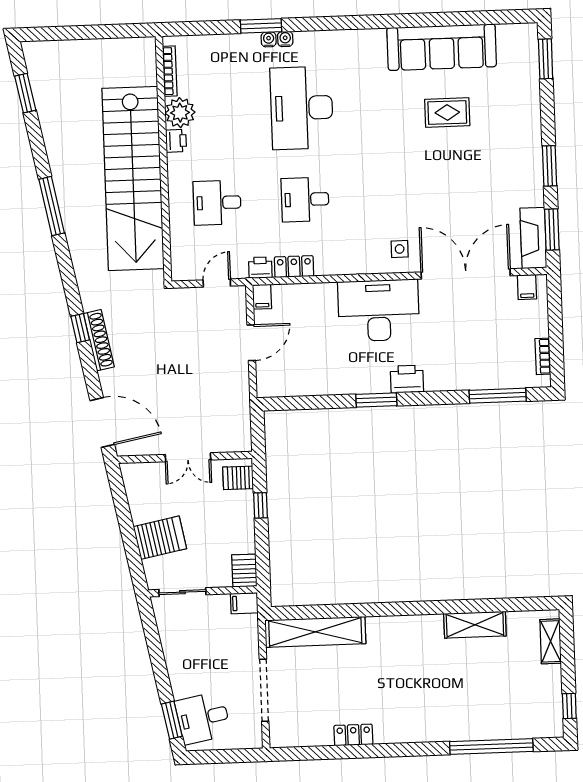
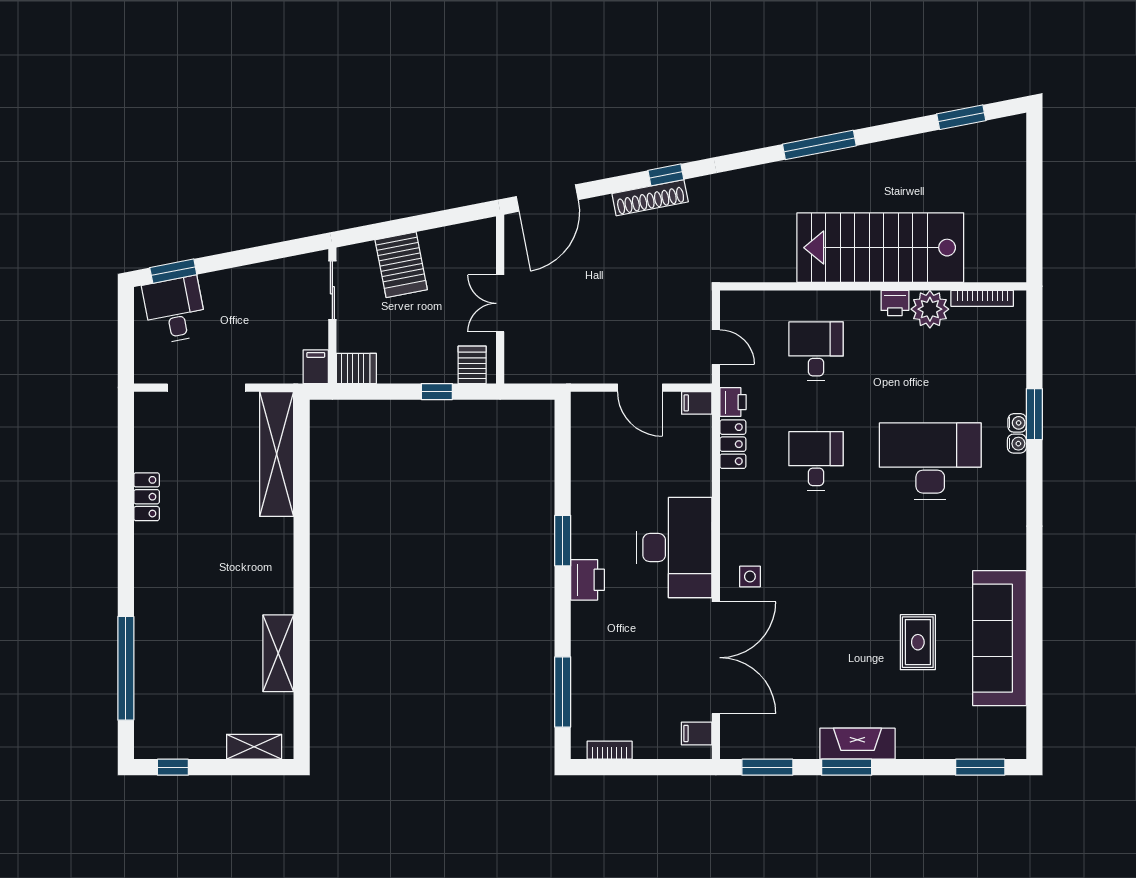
stairs: (133, 178) -> (880, 248), width x0.73
fireplace: (533, 238) -> (857, 744), moved

